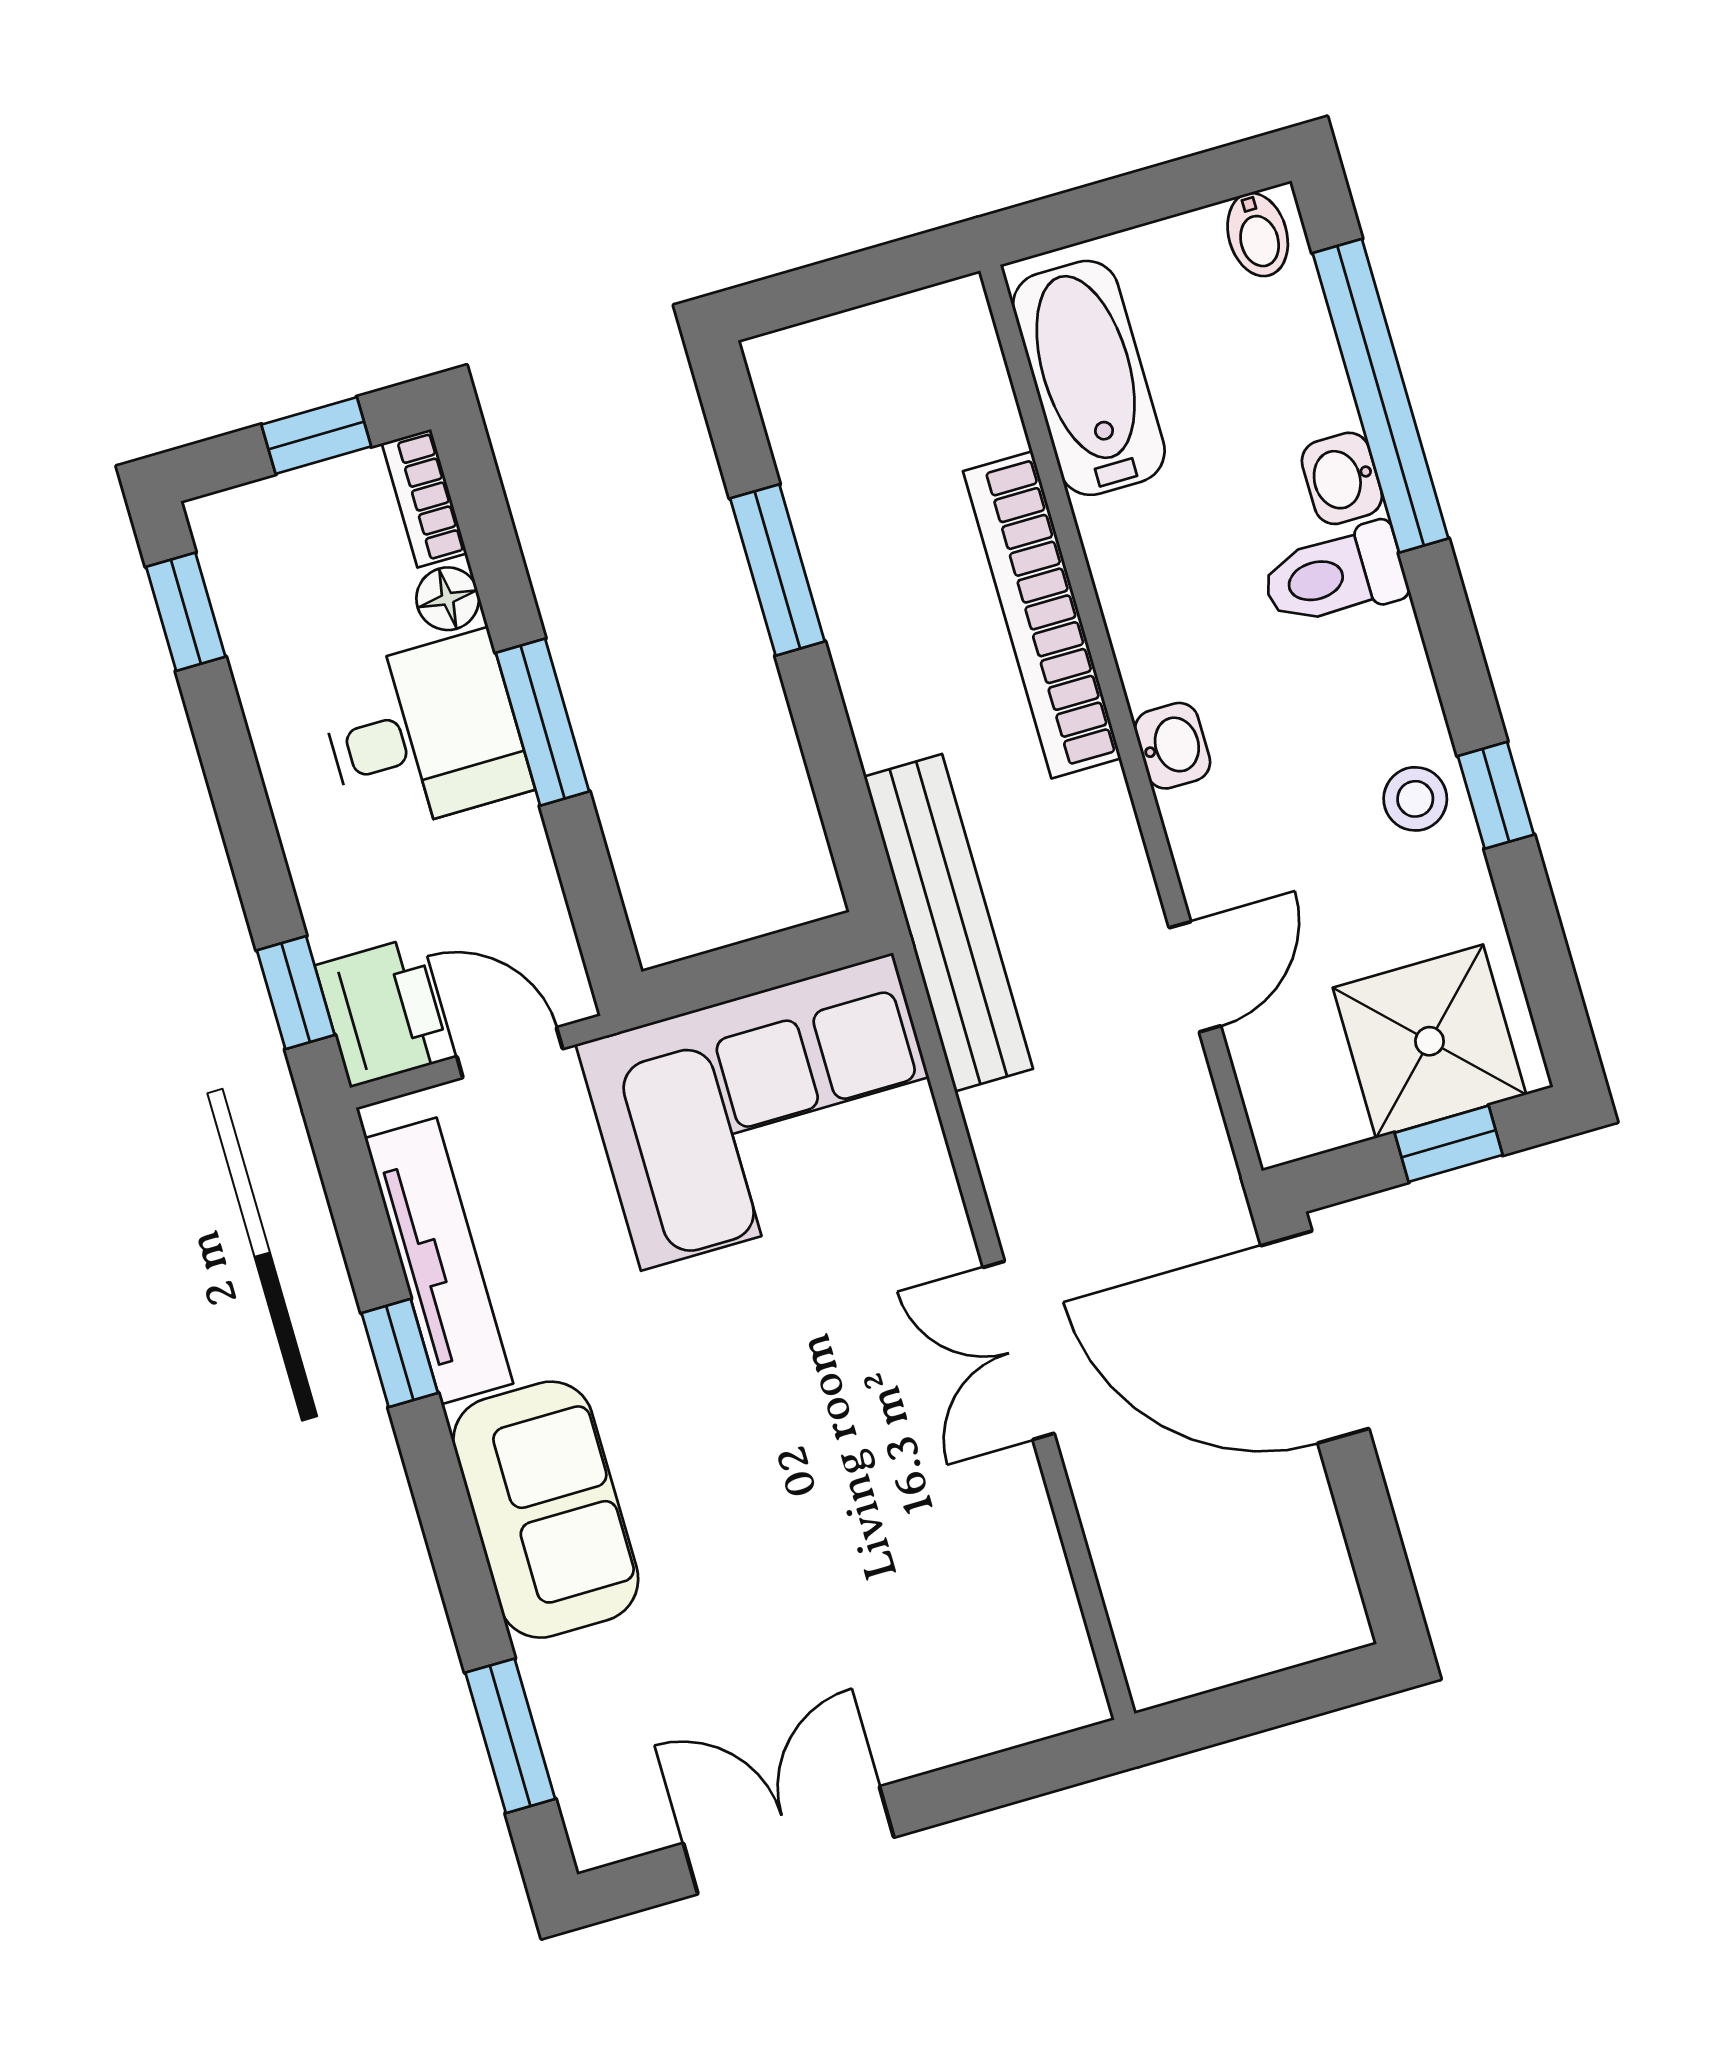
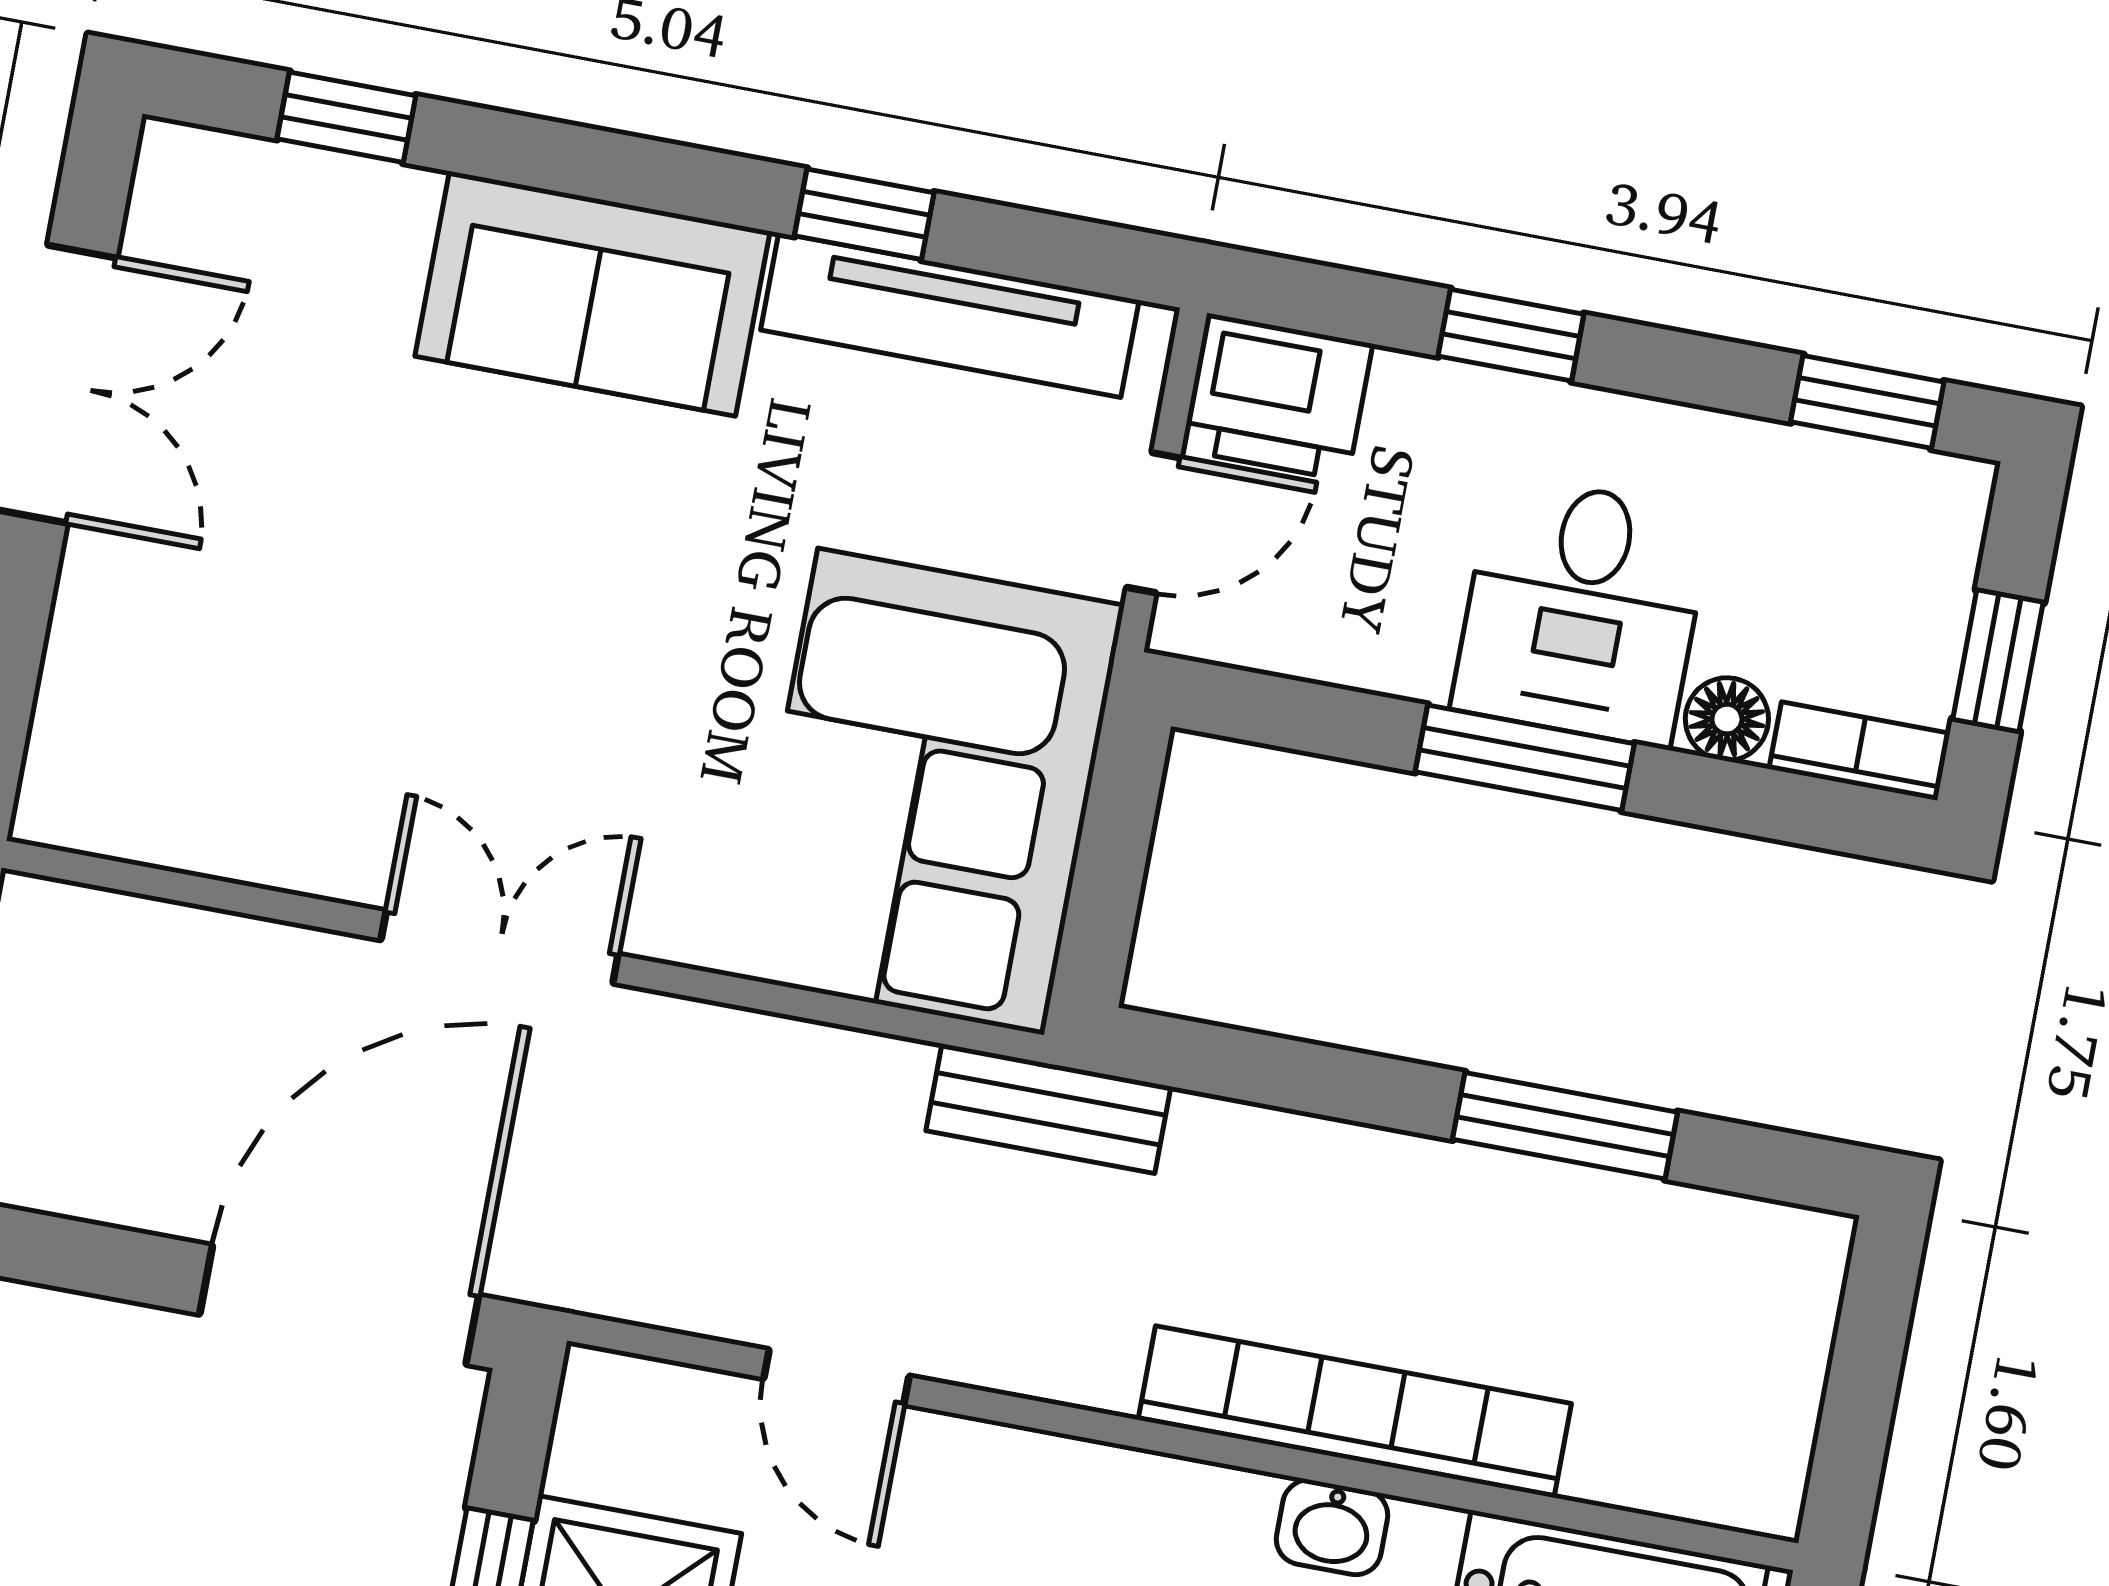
washbasin: (1173, 746) -> (1332, 1527), moved
bench: (948, 923) -> (1048, 1109), width x0.54, depth x0.82
window: (296, 993) -> (1511, 335), moved
window: (510, 1736) -> (346, 117), width x0.67

